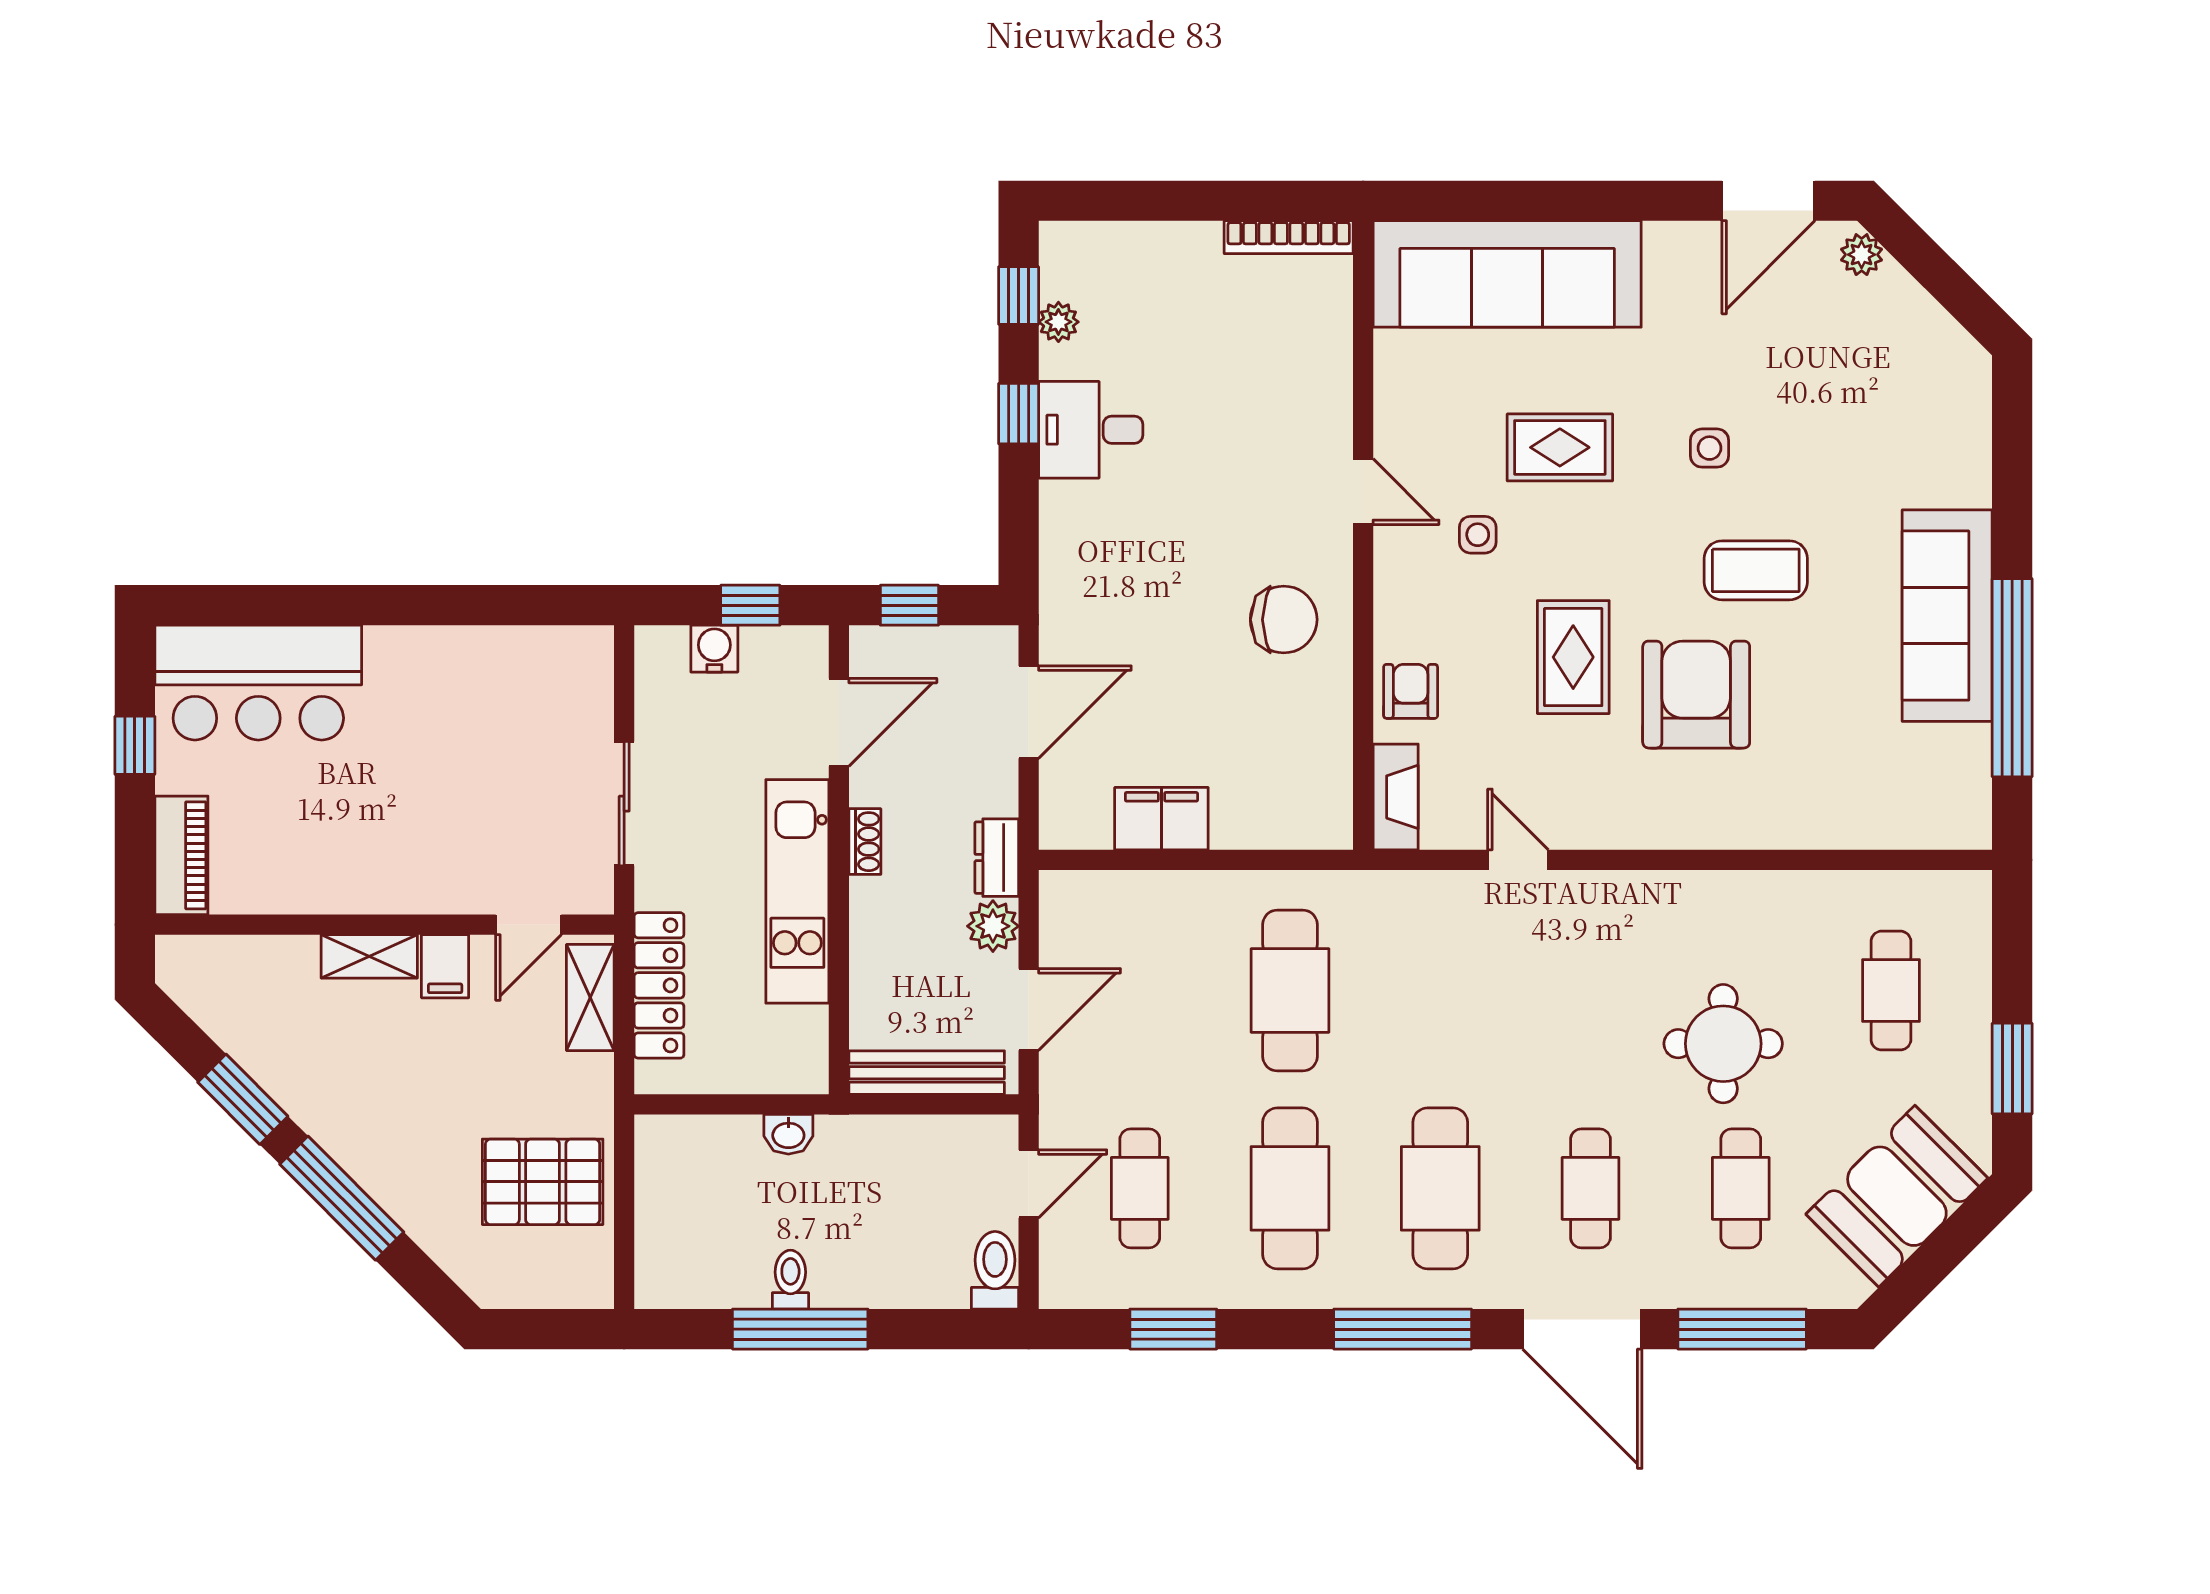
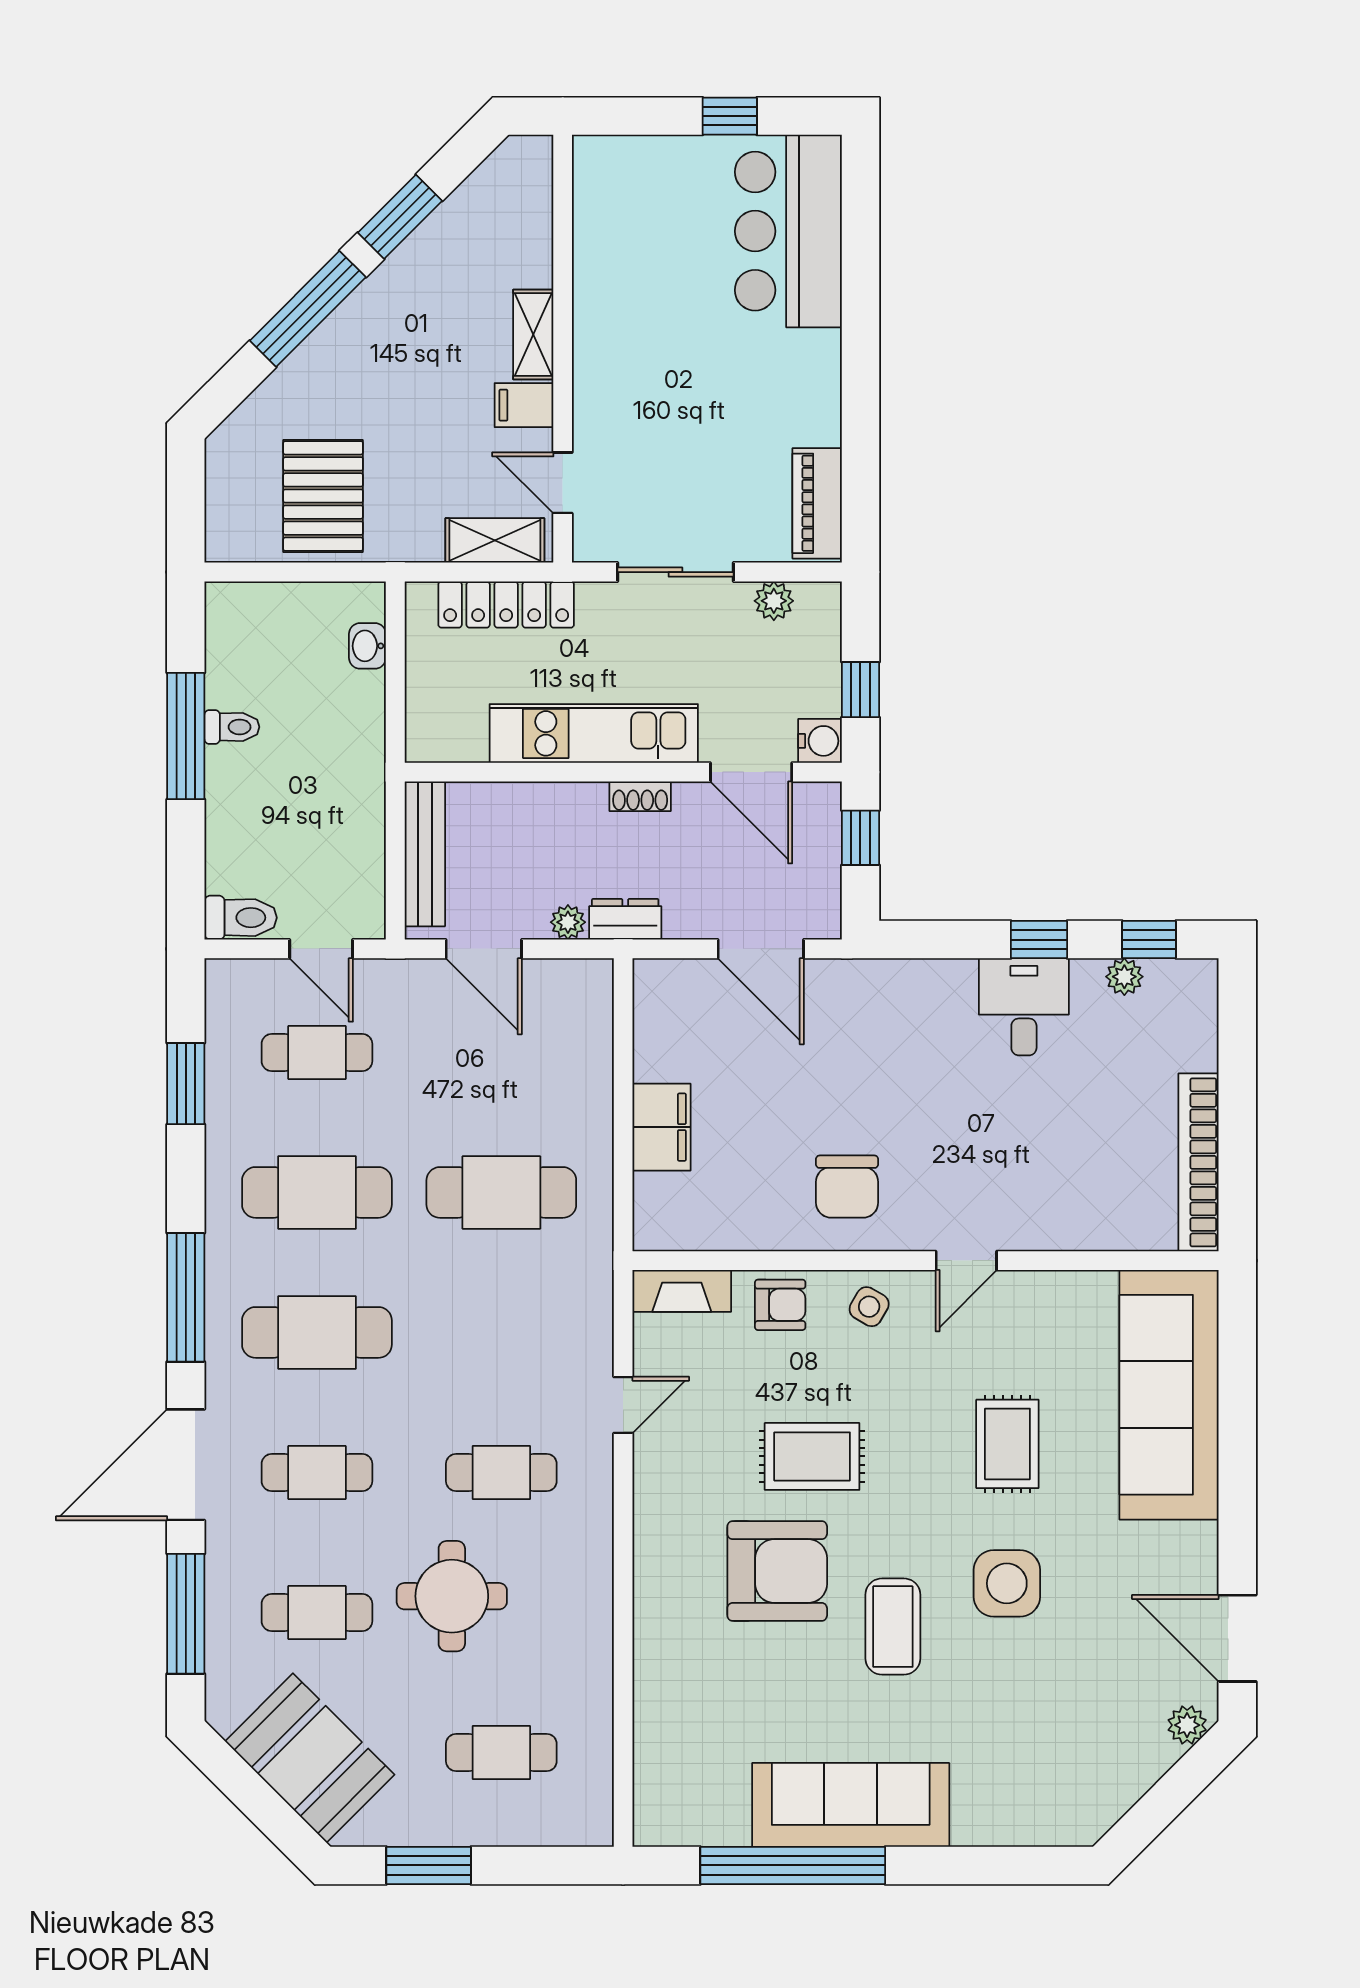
bookcase: (1289, 237) -> (1198, 1162), width x1.48, depth x1.31
side table: (1709, 448) -> (1007, 1583), width x1.87, depth x1.87
side table: (1478, 535) -> (869, 1307), moved, turned 30
water cooler: (714, 649) -> (820, 741), moved
plant: (655, 698) -> (774, 601), added
filing cabinet: (1161, 819) -> (662, 1127), moved
piano: (181, 855) -> (817, 503), moved, turned 90
plant: (993, 926) -> (568, 922), width x0.73, depth x0.73
cafe table: (1590, 991) -> (501, 1472), added
washbasin: (788, 1134) -> (367, 646), moved

